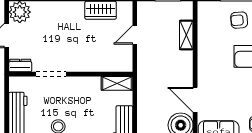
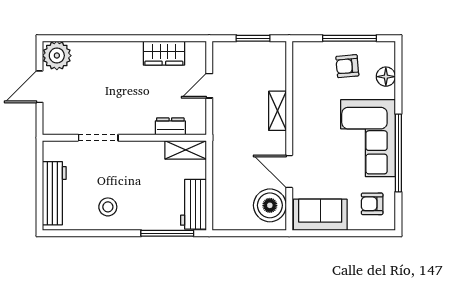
shelving: (186, 35) -> (277, 111), moved
dresser: (20, 66) -> (170, 126), moved

